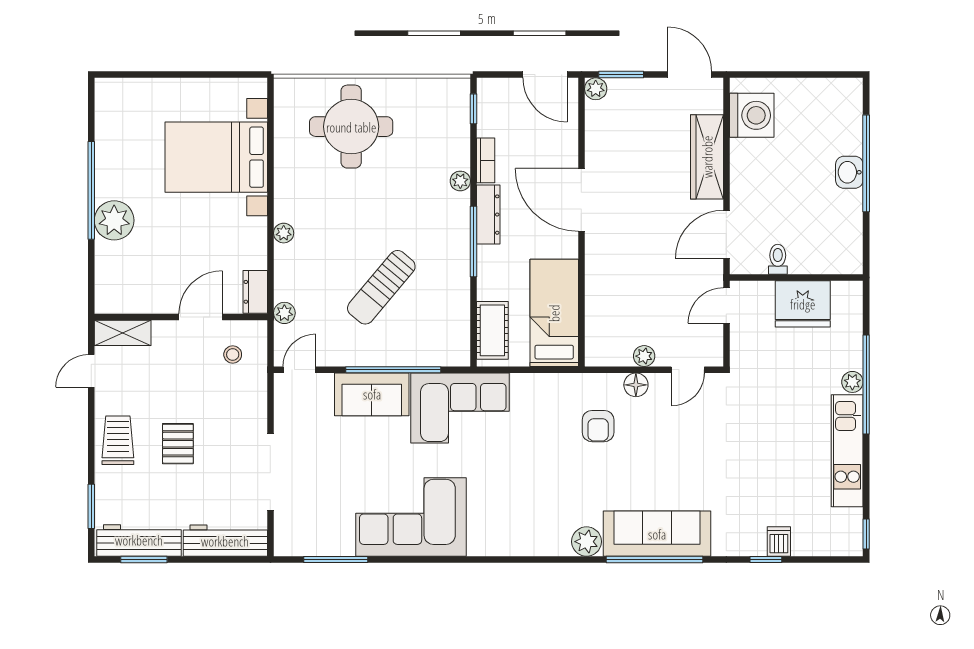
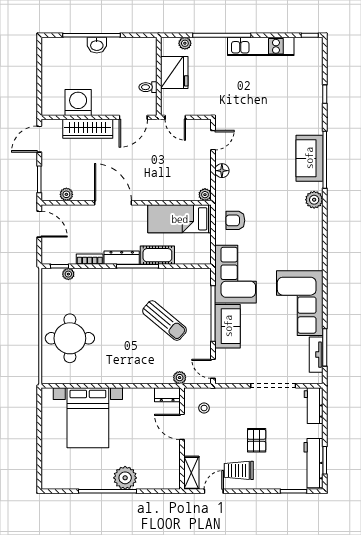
door: (545, 75) -> (39, 224), hinge flipped
plant: (596, 89) -> (66, 194), moved
washing machine: (752, 115) -> (78, 102), moved
plant: (460, 181) -> (68, 274), moved
door: (581, 200) -> (113, 203), swing flipped
plant: (284, 233) -> (133, 378), removed
door: (726, 234) -> (133, 117), hinge flipped
cot: (492, 330) -> (157, 255), moved
plant: (644, 356) -> (205, 195), moved
door: (688, 370) -> (213, 140), hinge flipped
door: (91, 371) -> (214, 491), swing flipped
plant: (852, 382) -> (185, 43), moved
armchair: (598, 426) -> (235, 220), moved, turned 180
trolley: (118, 440) -> (239, 470), moved
pallet: (178, 444) -> (257, 440), turned 90
sofa: (657, 534) -> (309, 158), width x0.73
workbench: (225, 541) -> (314, 406), width x0.73
dishwasher: (779, 541) -> (314, 86), removed
tv unit: (323, 545) -> (316, 355), added

